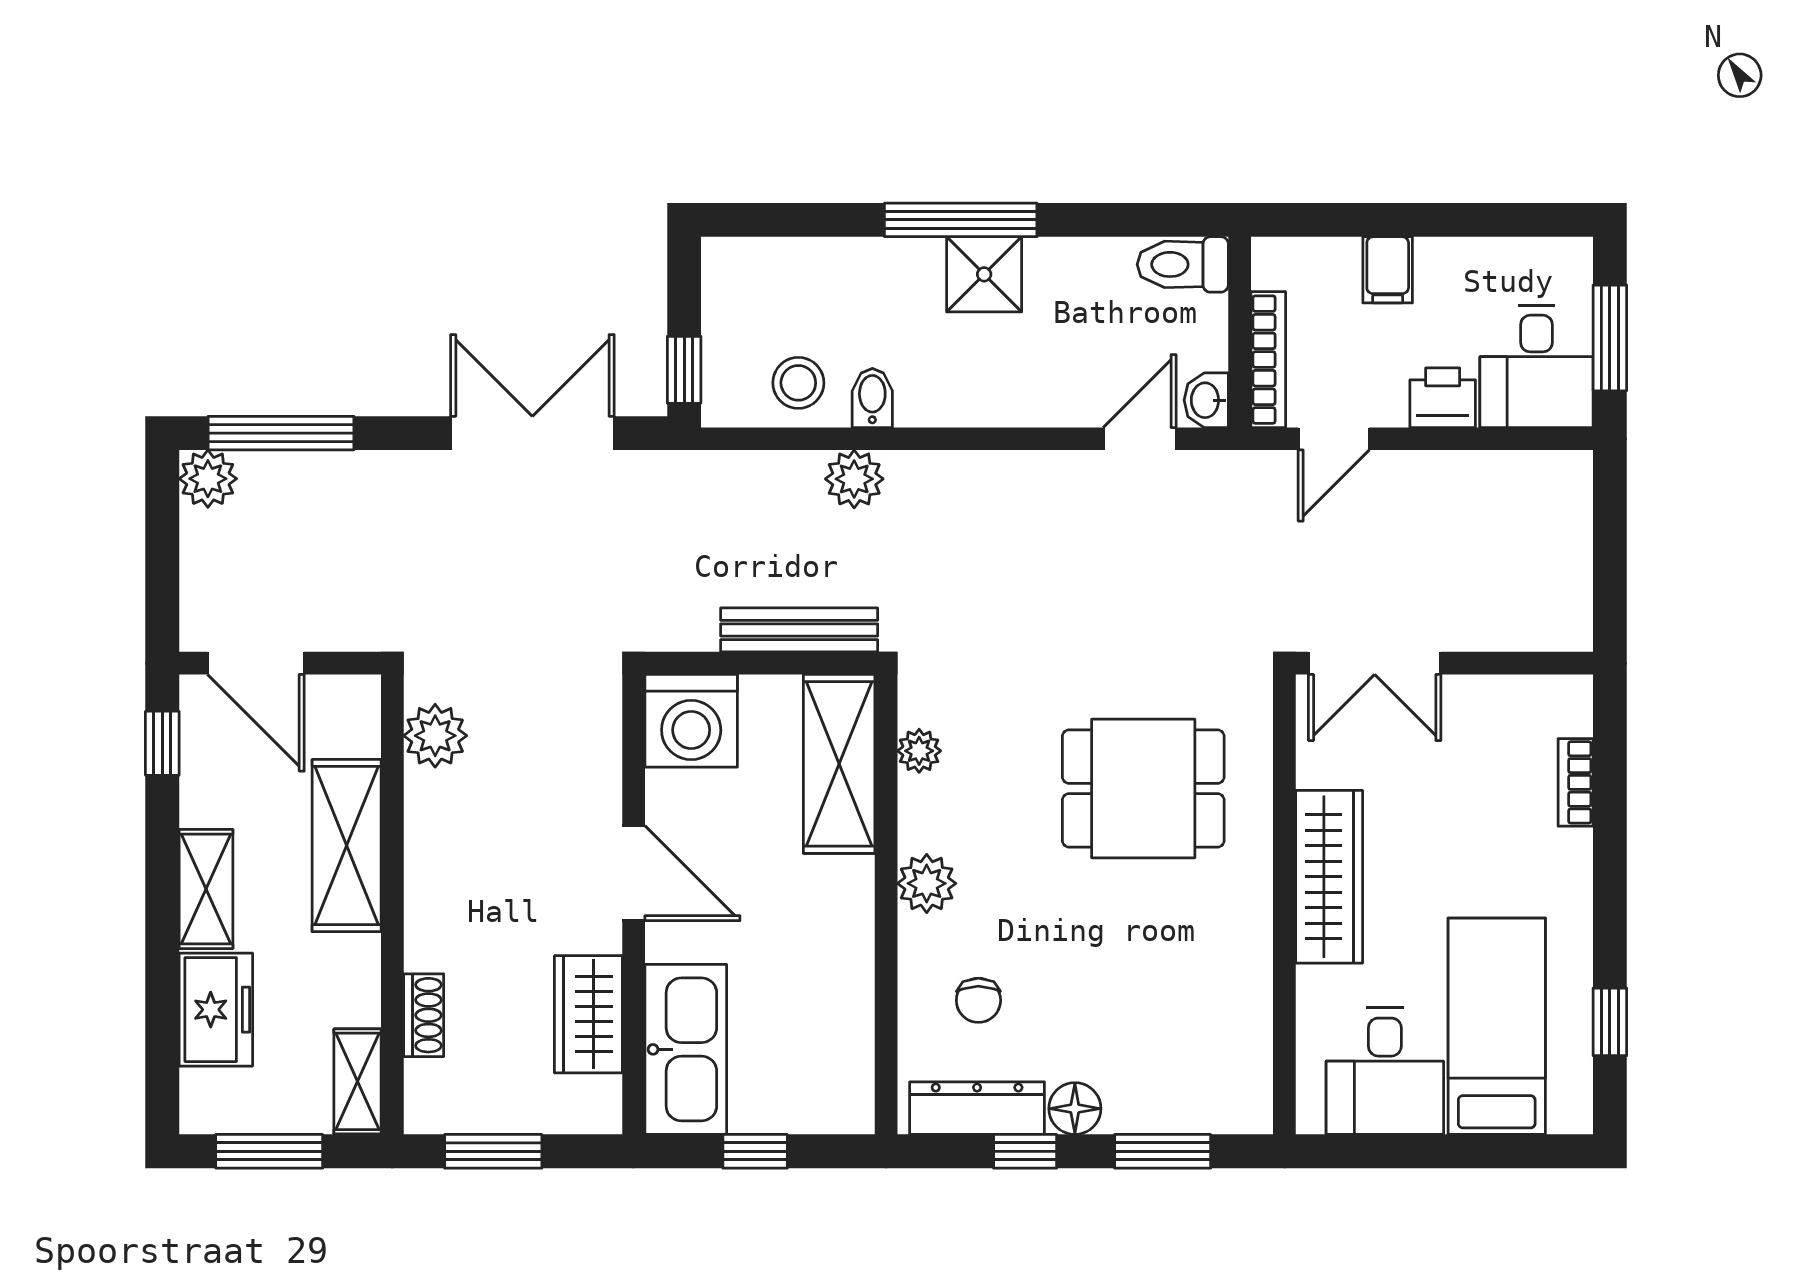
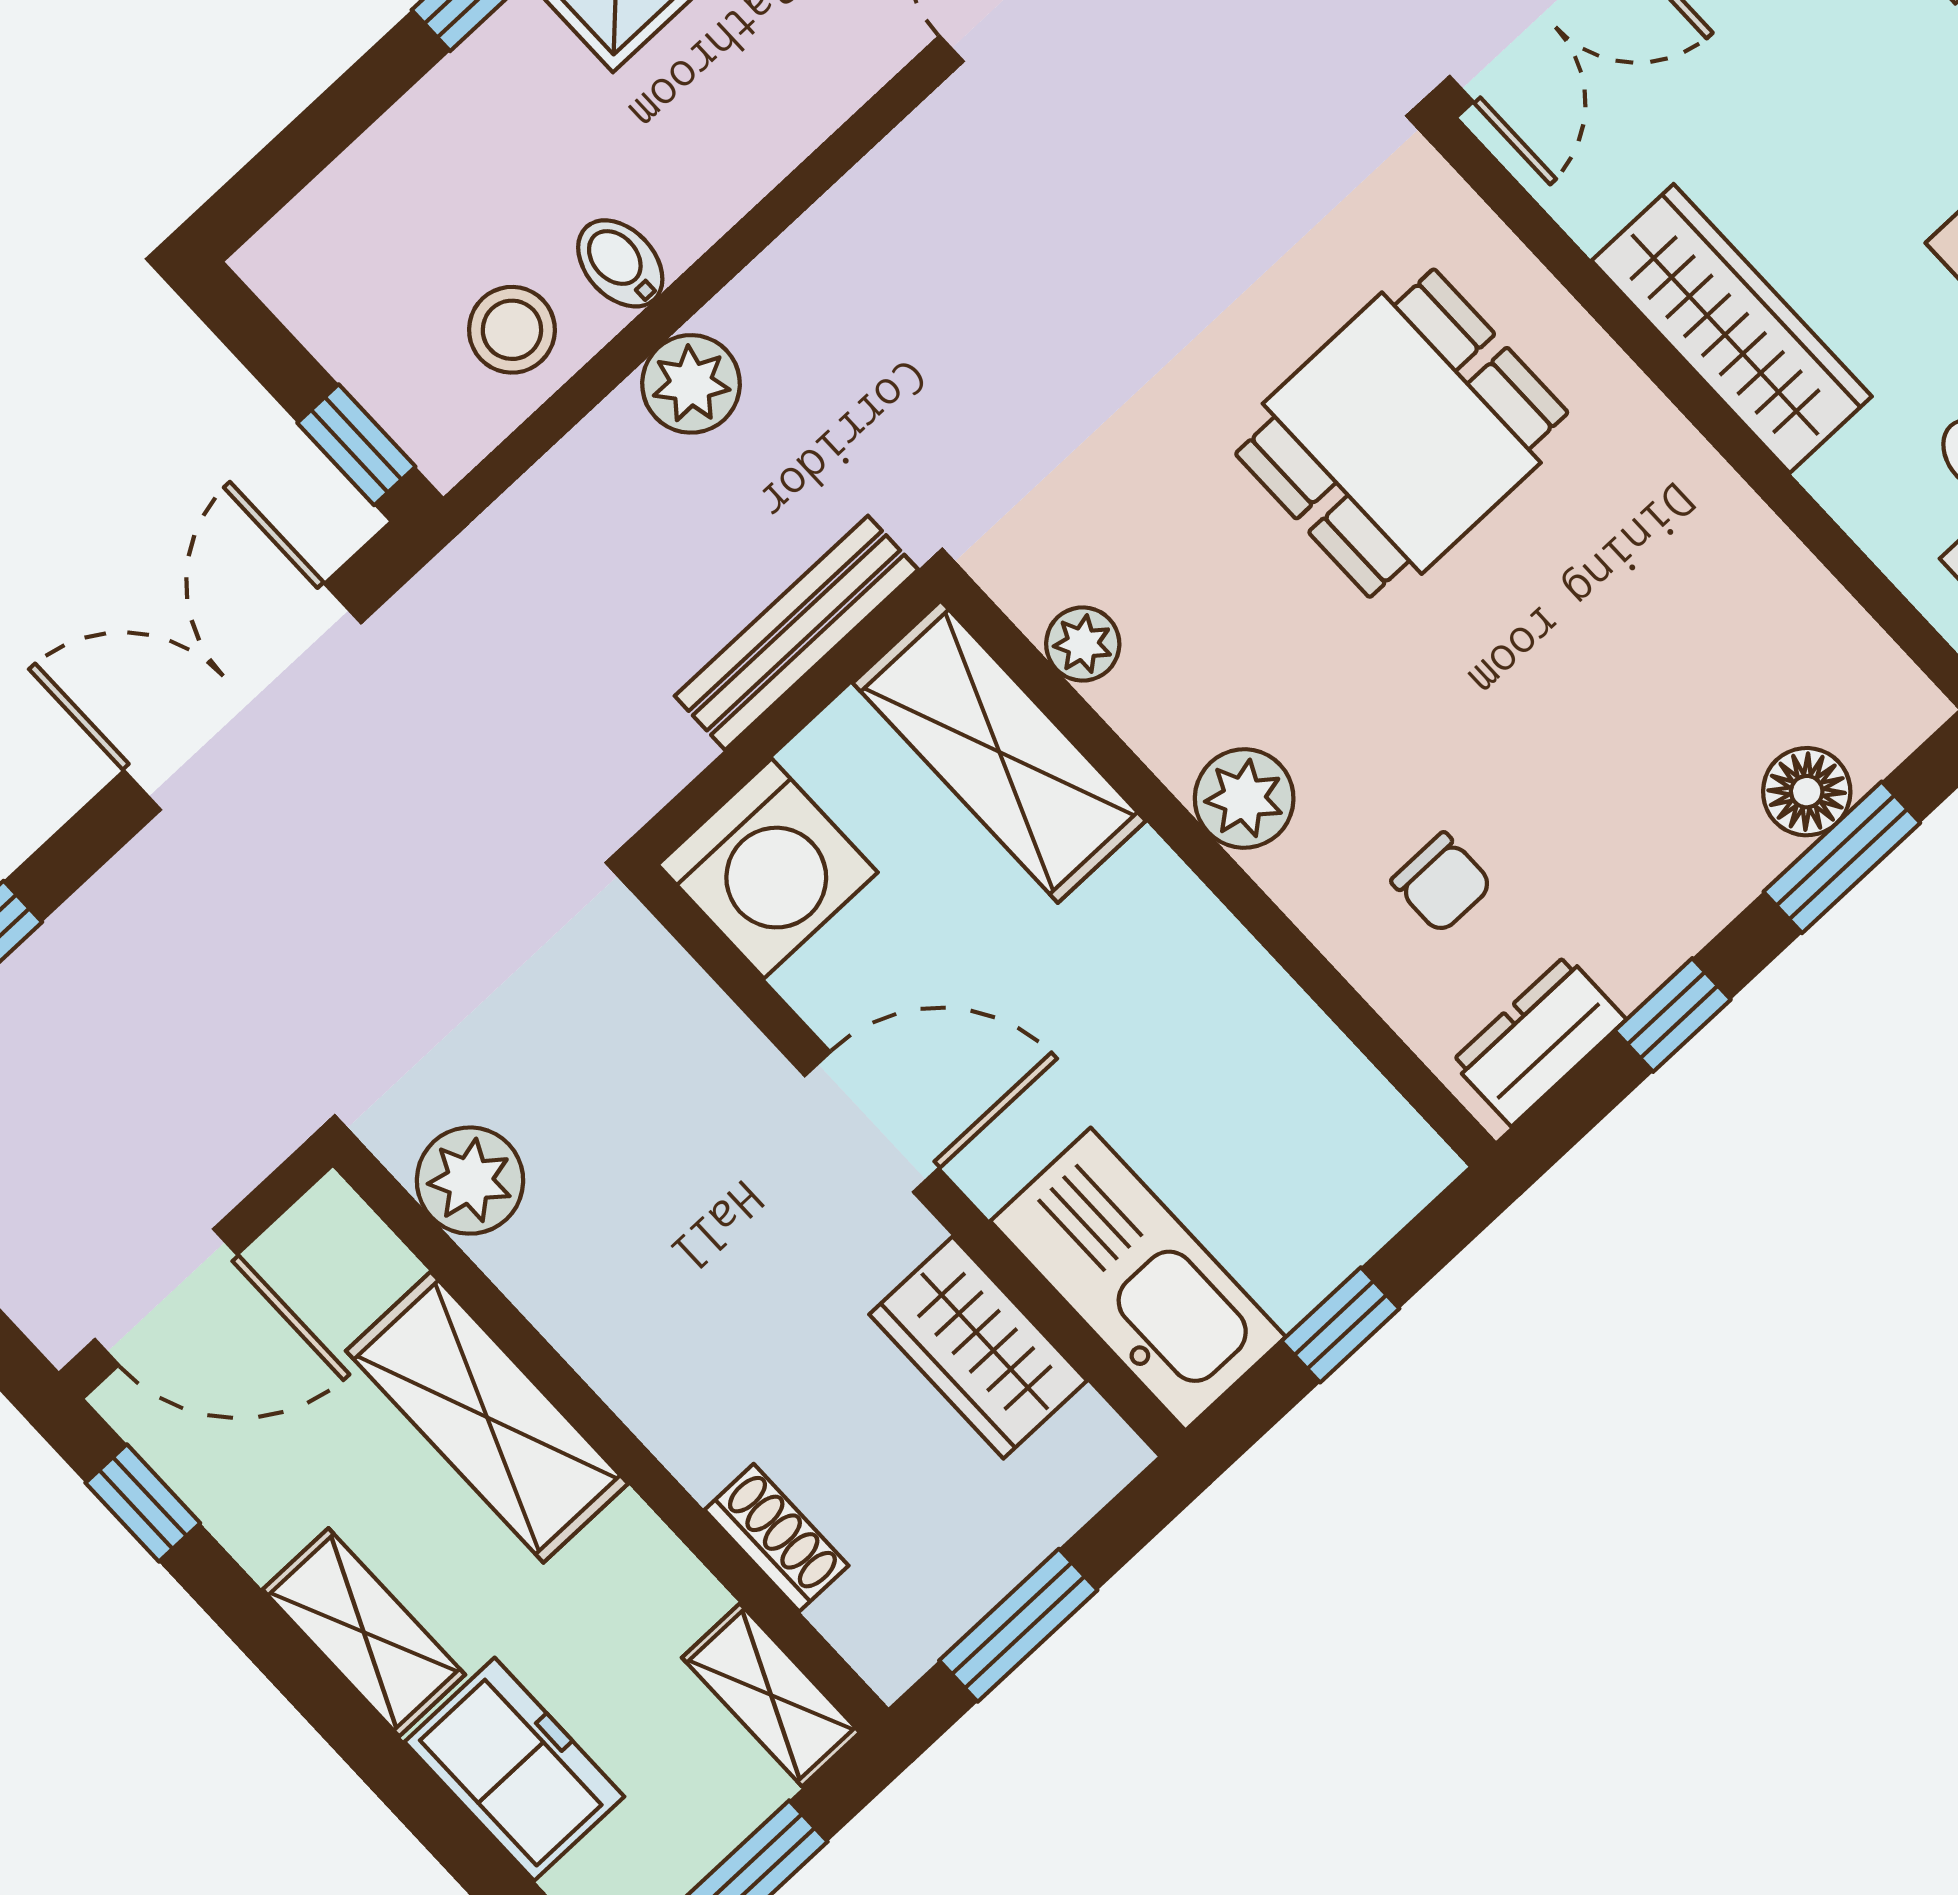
dresser: (977, 1108) -> (1539, 1041), width x0.70
floor lamp: (1075, 1109) -> (1807, 792), moved

